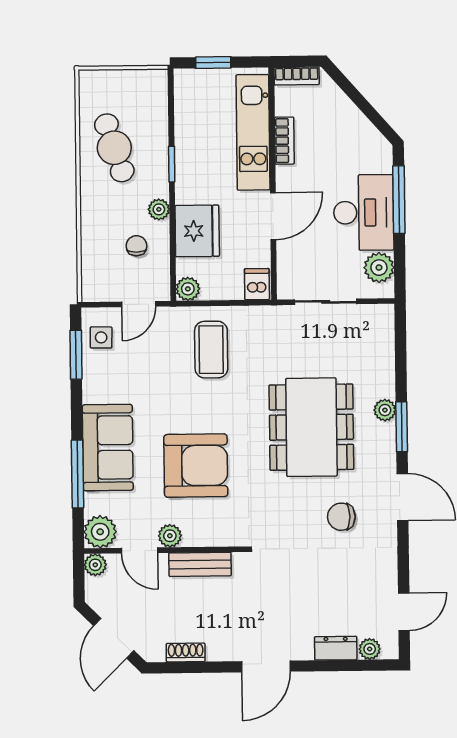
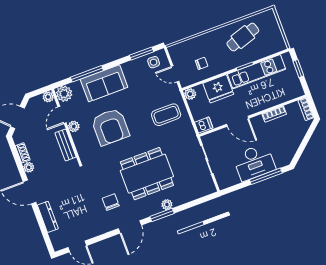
kitchen unit: (253, 132) -> (257, 72), moved, turned 180
plant: (159, 209) -> (222, 68), removed
plant: (379, 268) -> (231, 178), removed
dresser: (336, 648) -> (48, 217), width x1.44
plant: (370, 649) -> (29, 167), moved

